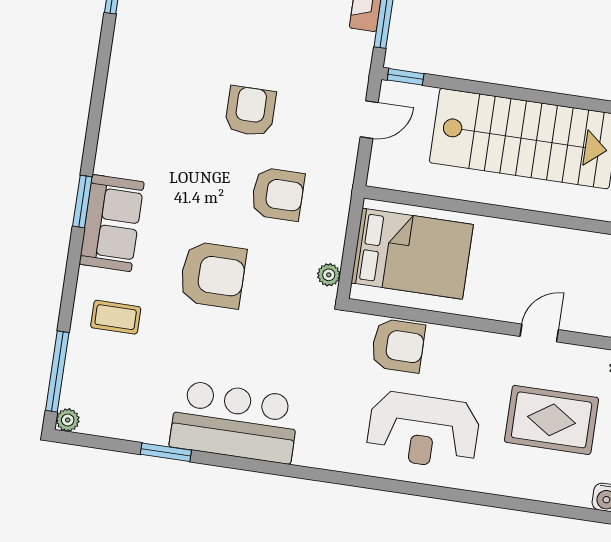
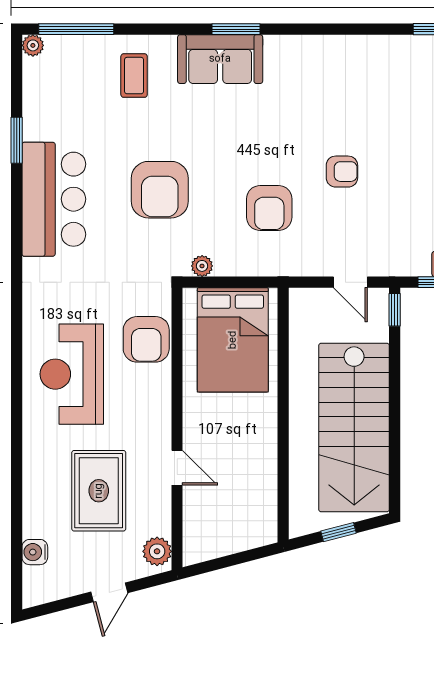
armchair: (250, 111) -> (342, 172), width x0.72, depth x0.72
armchair: (213, 275) -> (160, 190), moved

